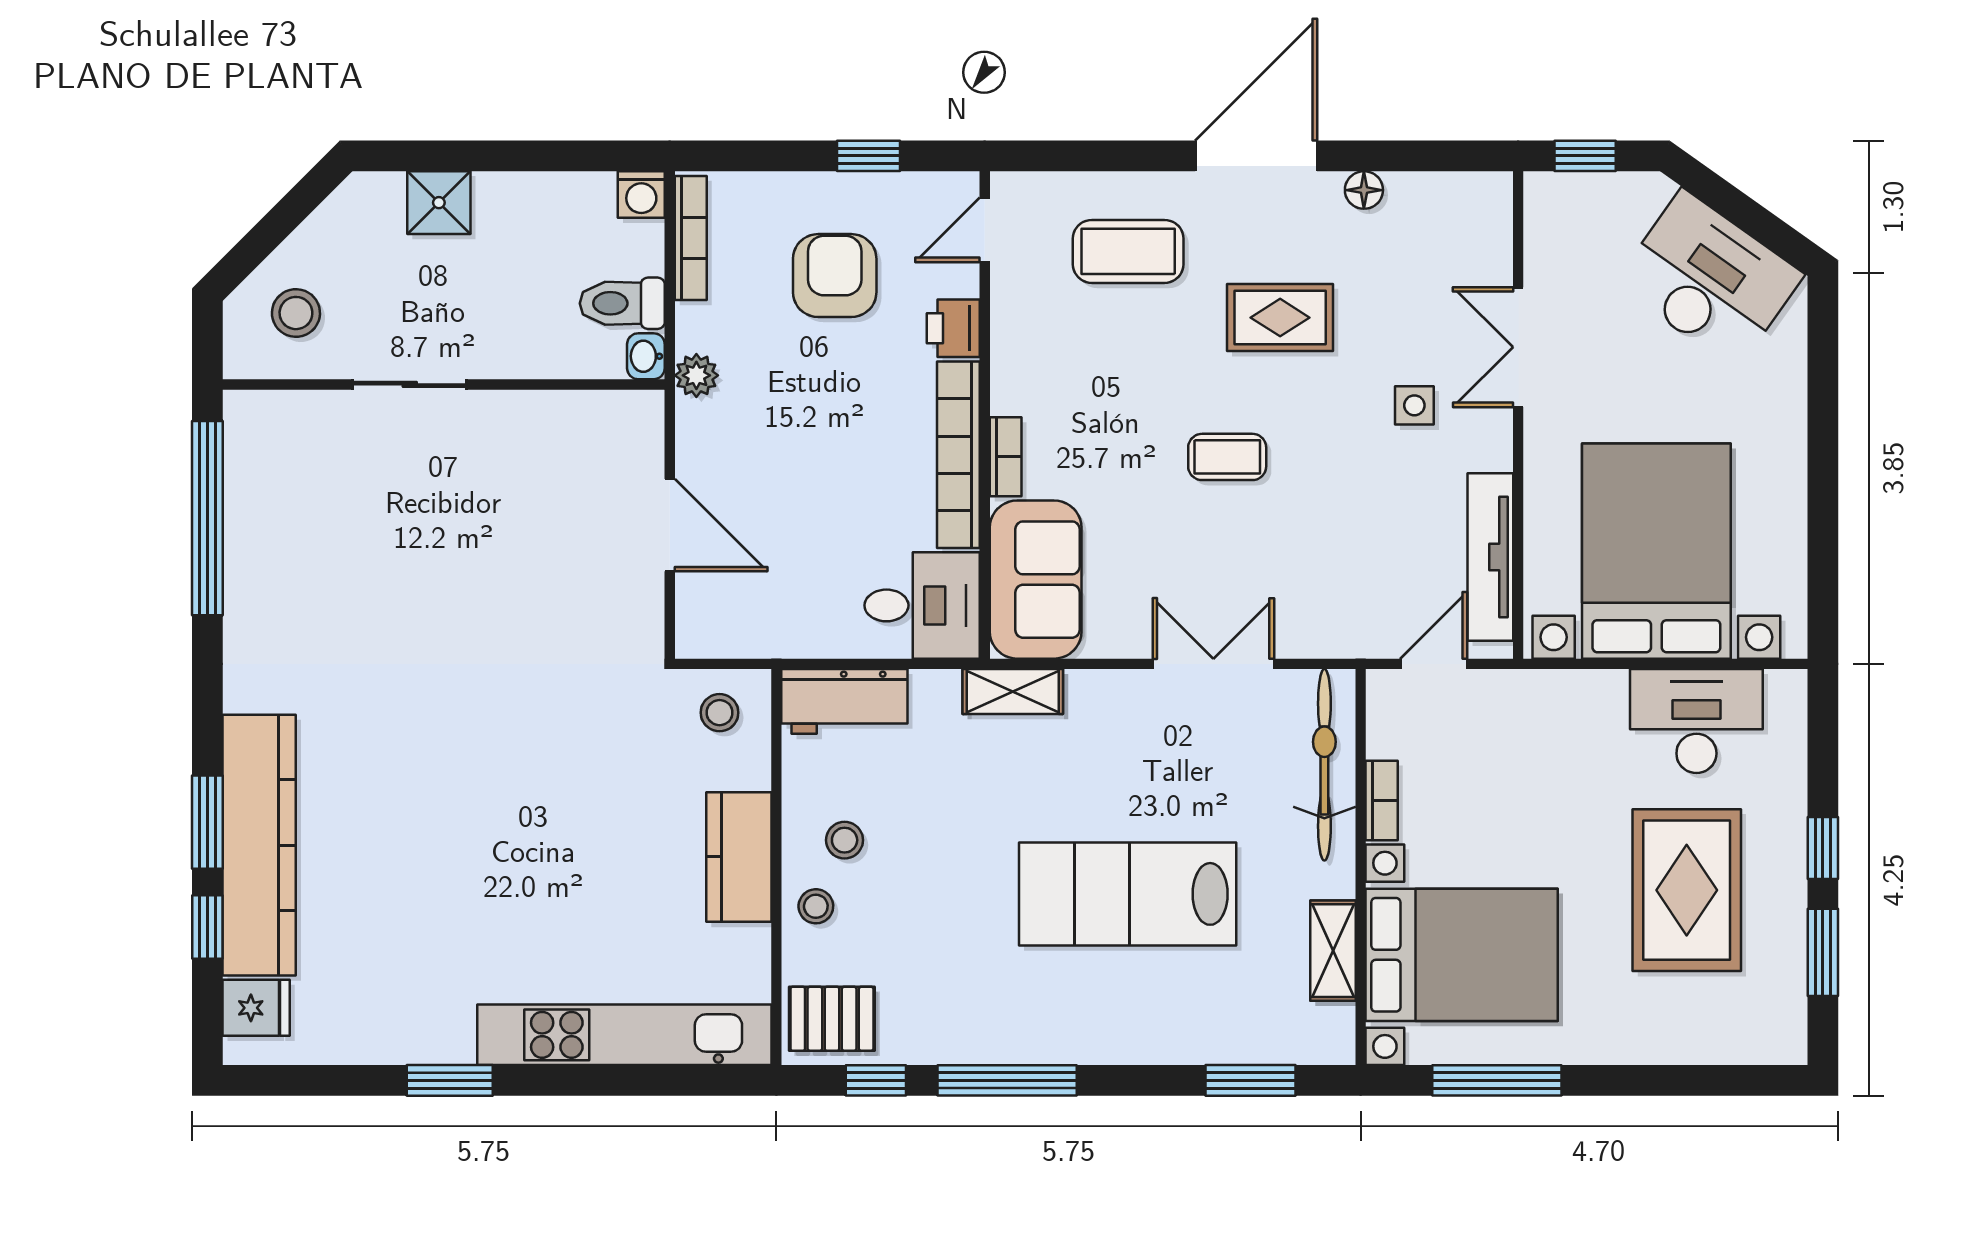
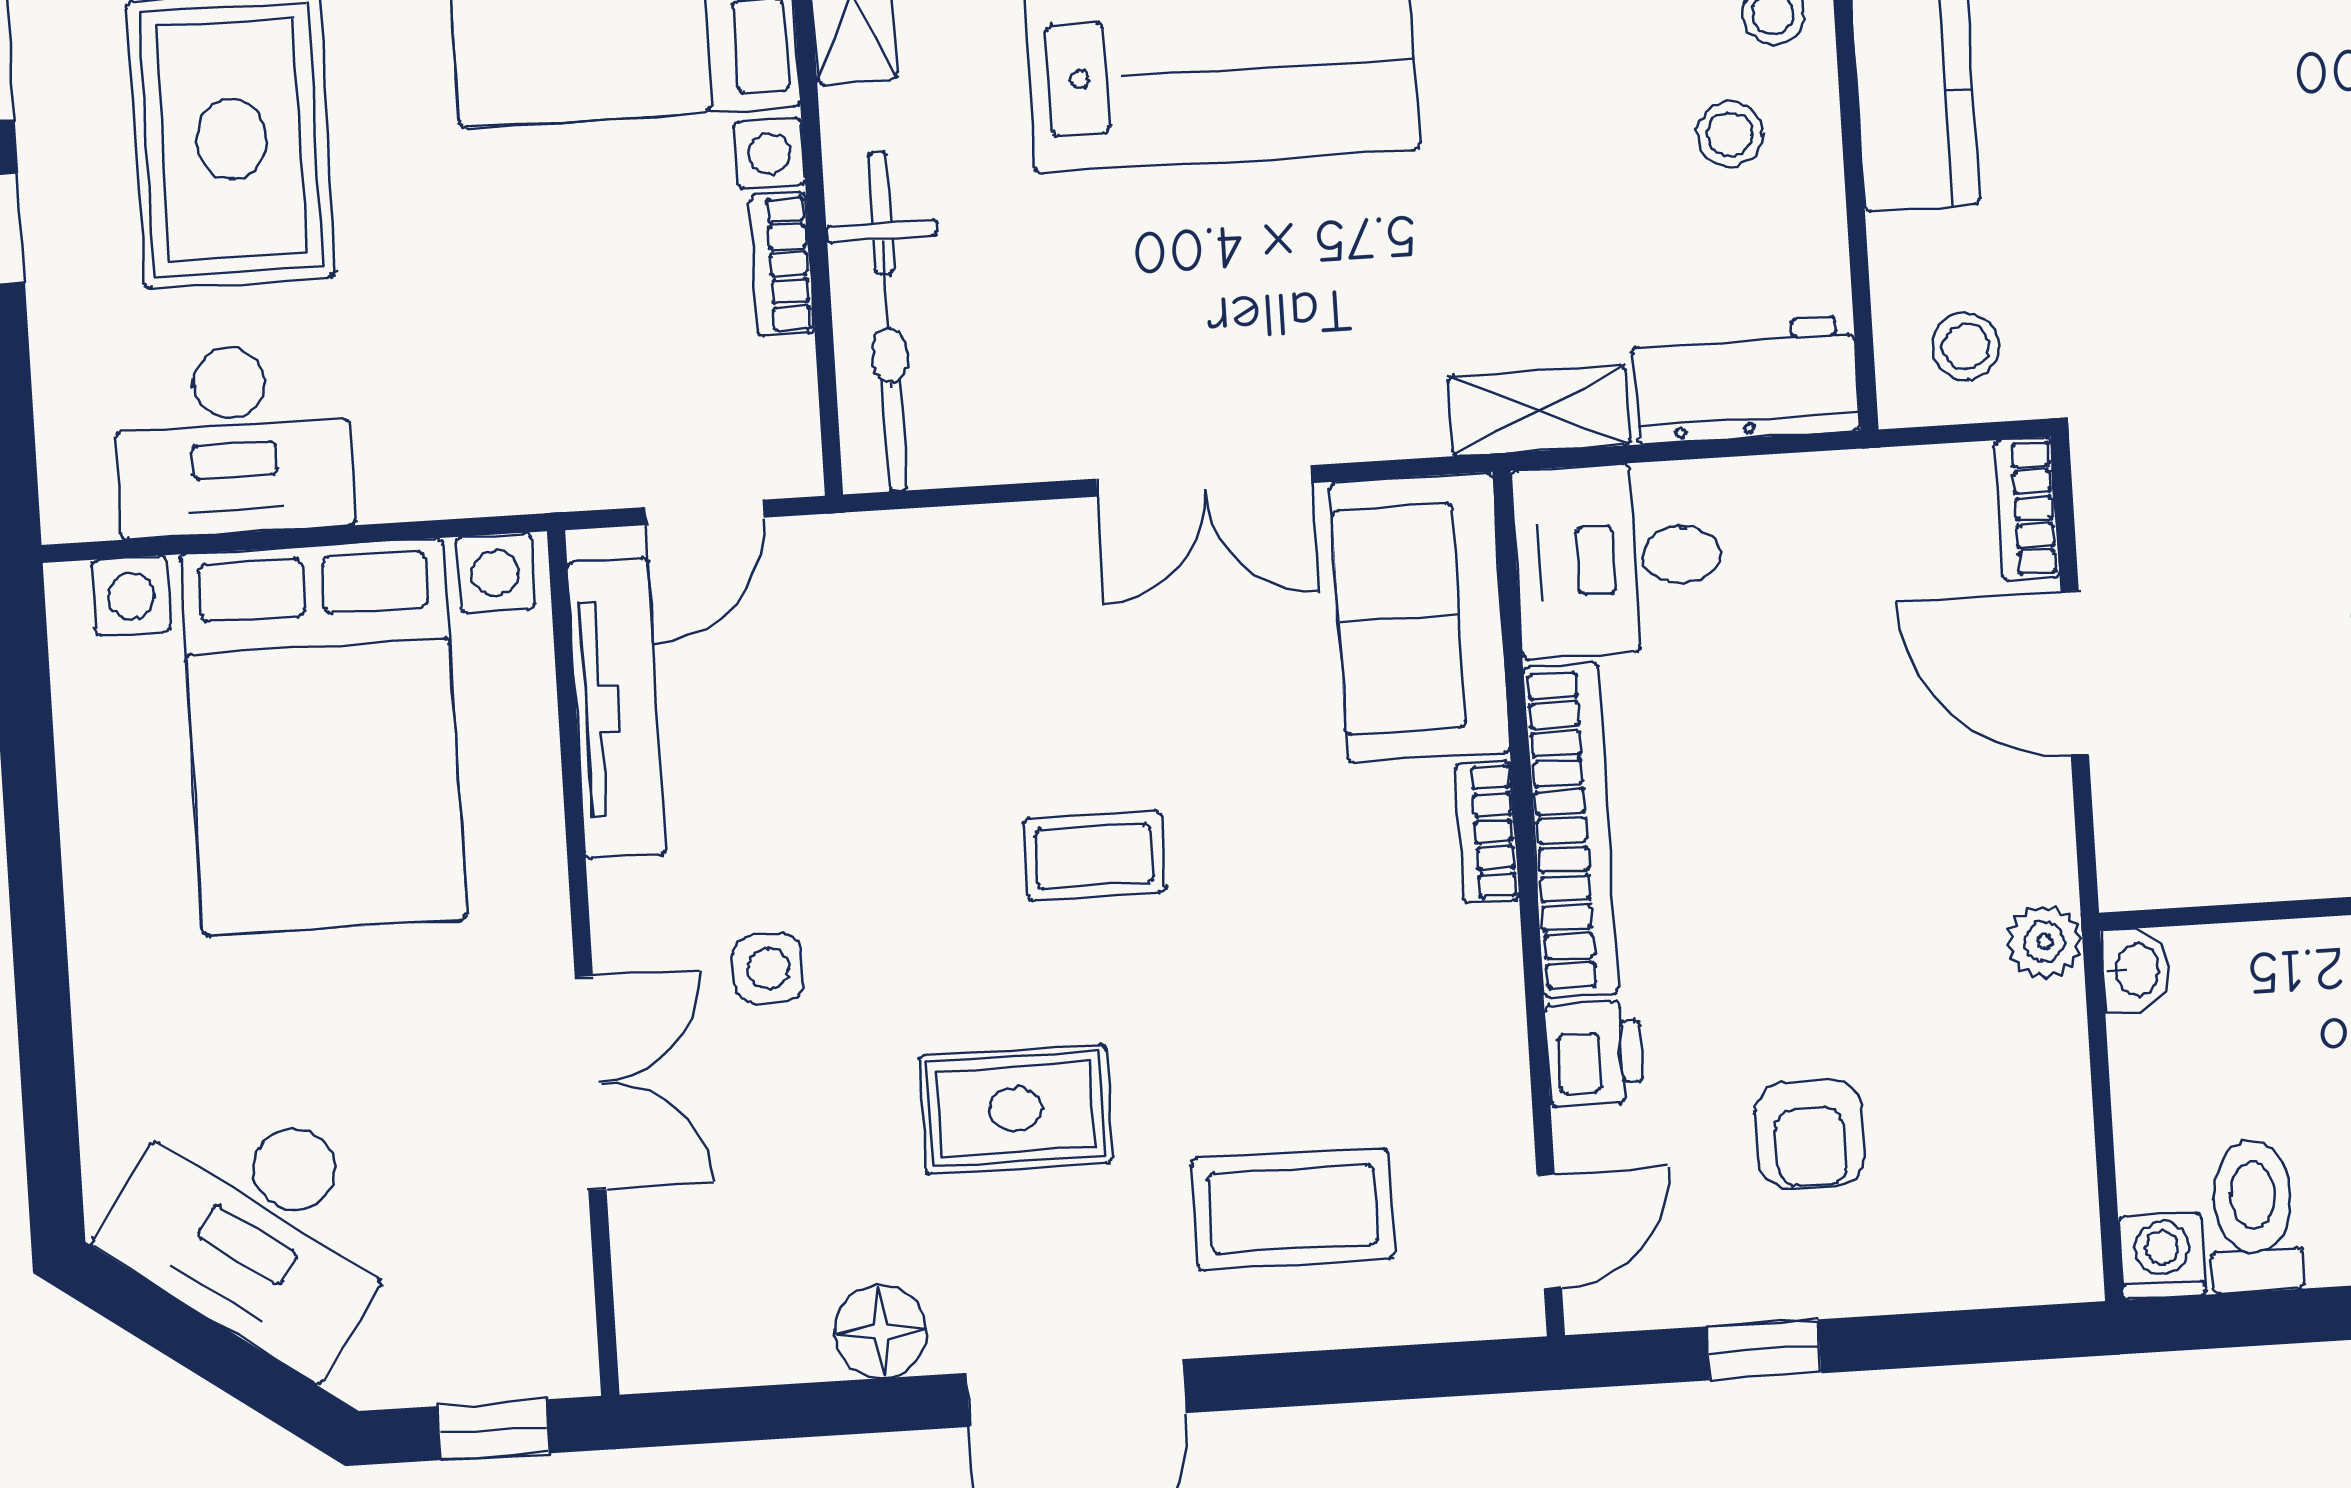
floor lamp: (1364, 190) -> (881, 1332), width x1.37, depth x1.37
bookcase: (691, 238) -> (2027, 509), moved, width x0.64
armchair: (835, 276) -> (1810, 1134), width x0.72, depth x0.72
toilet: (622, 303) -> (2254, 1216), moved, turned -90
double door: (1213, 664) -> (1204, 481), moved
shelving: (1013, 692) -> (1539, 411), moved

